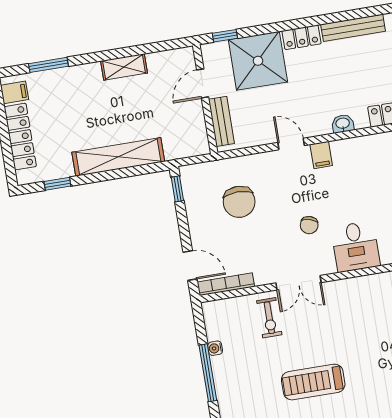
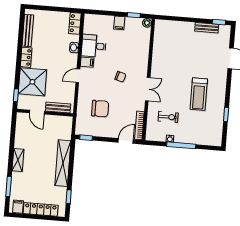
shelving: (124, 67) -> (18, 160), moved
desk: (356, 247) -> (94, 46), moved, turned 180
exercise bike: (269, 318) -> (168, 117), moved

